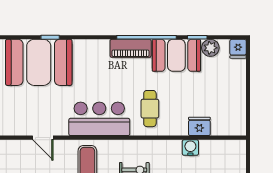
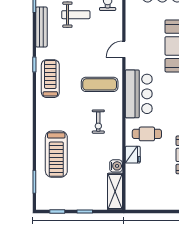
fridge: (199, 126) -> (133, 155), moved
shelving: (223, 149) -> (115, 192), added

